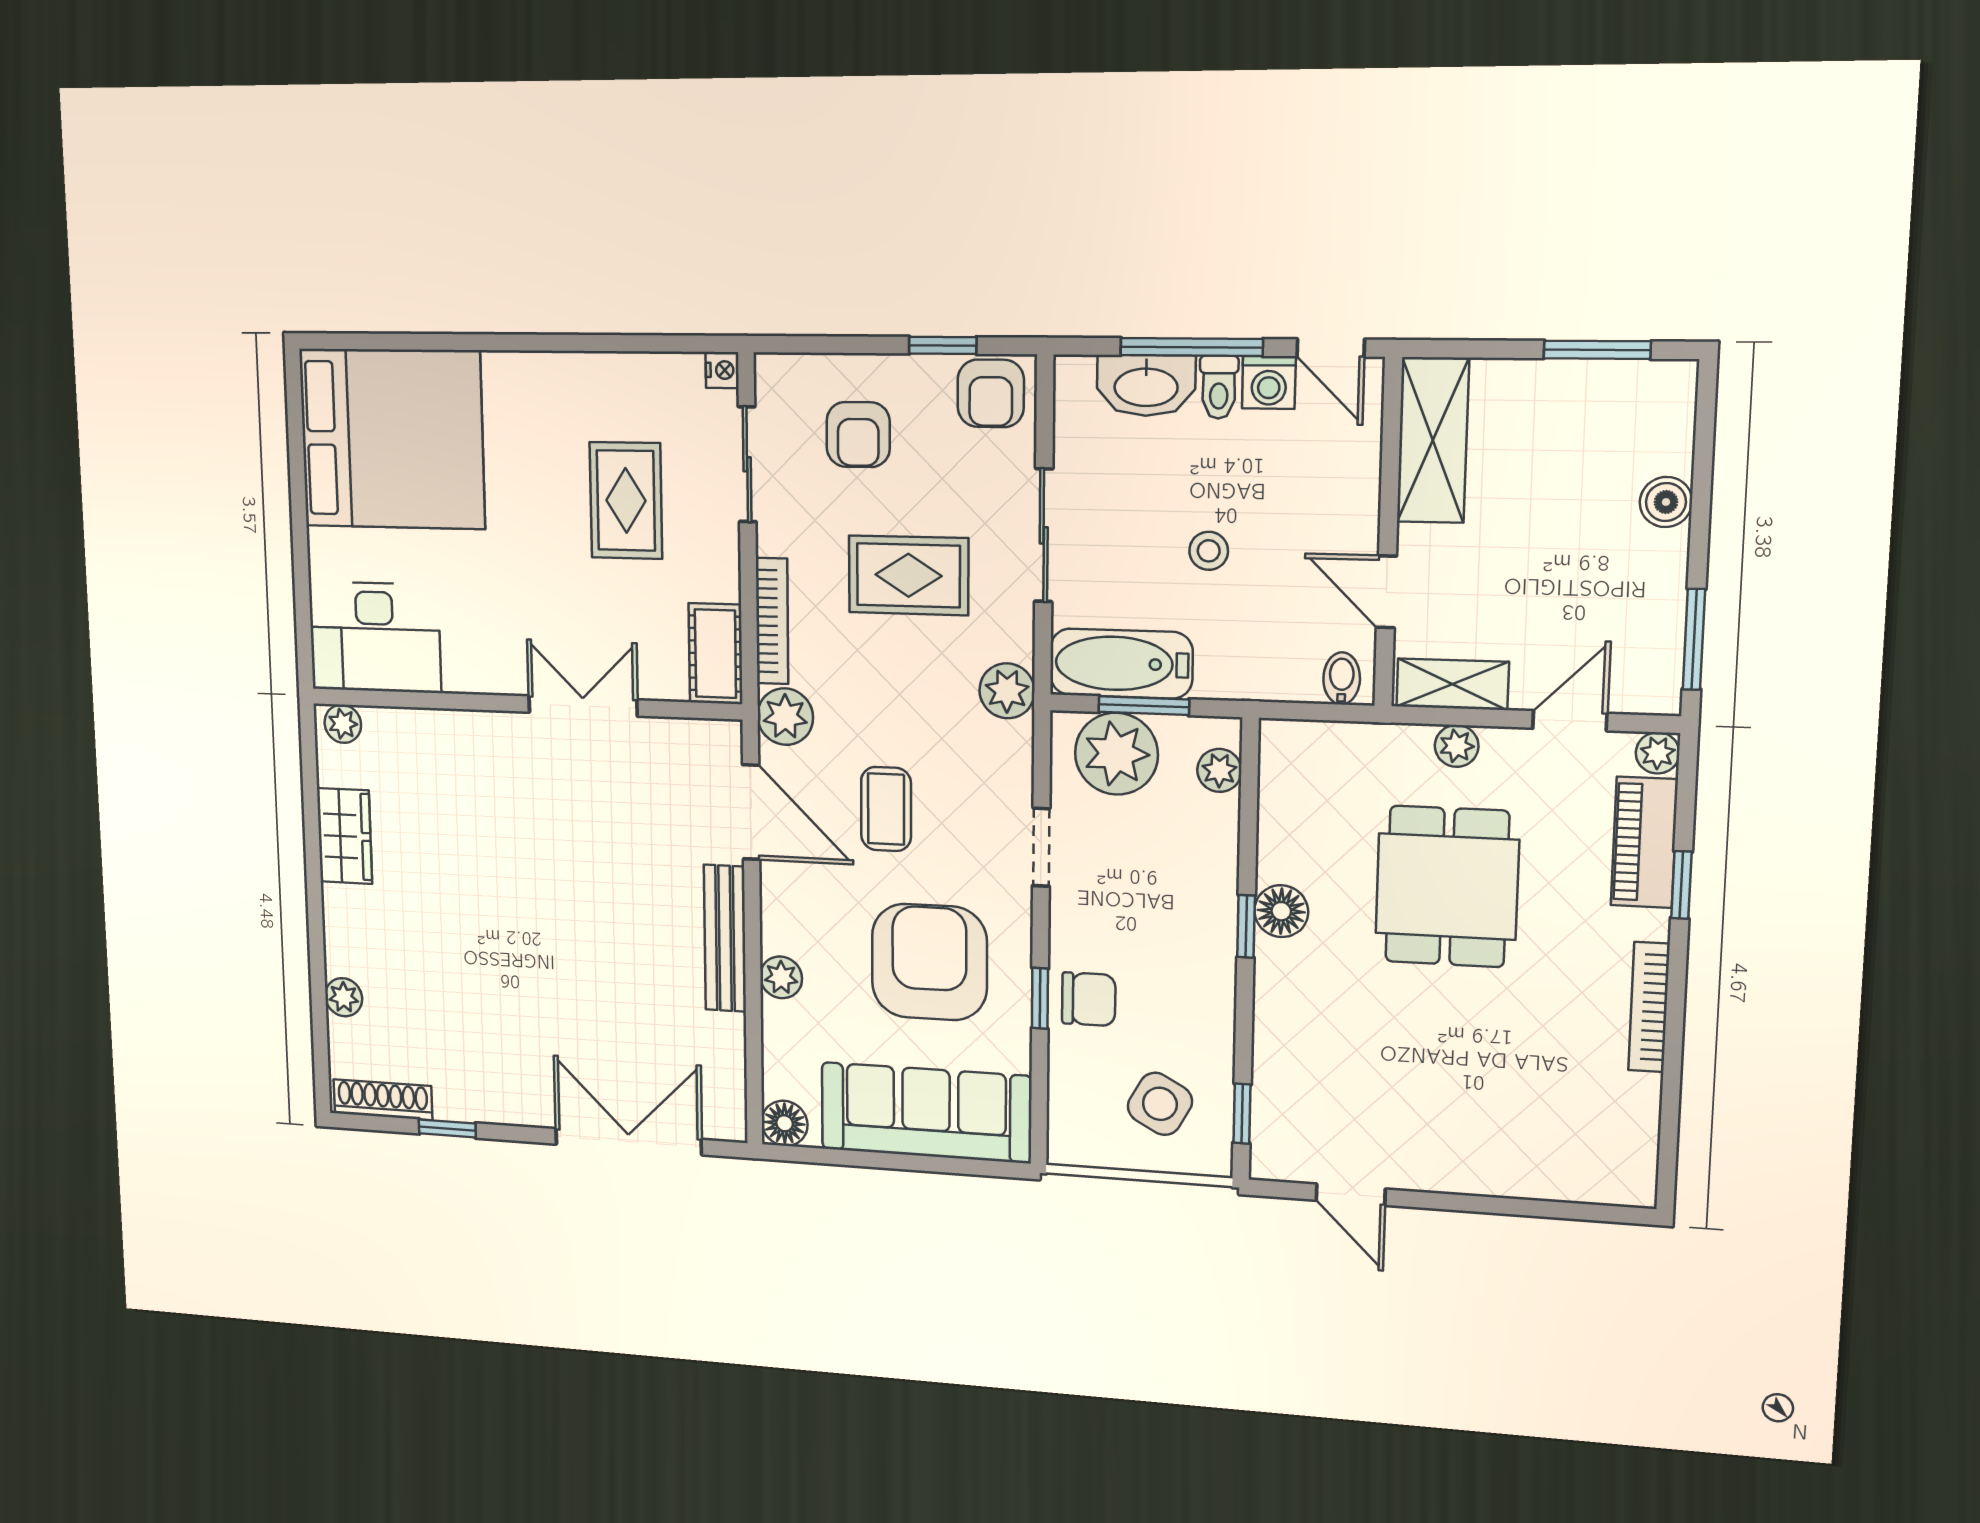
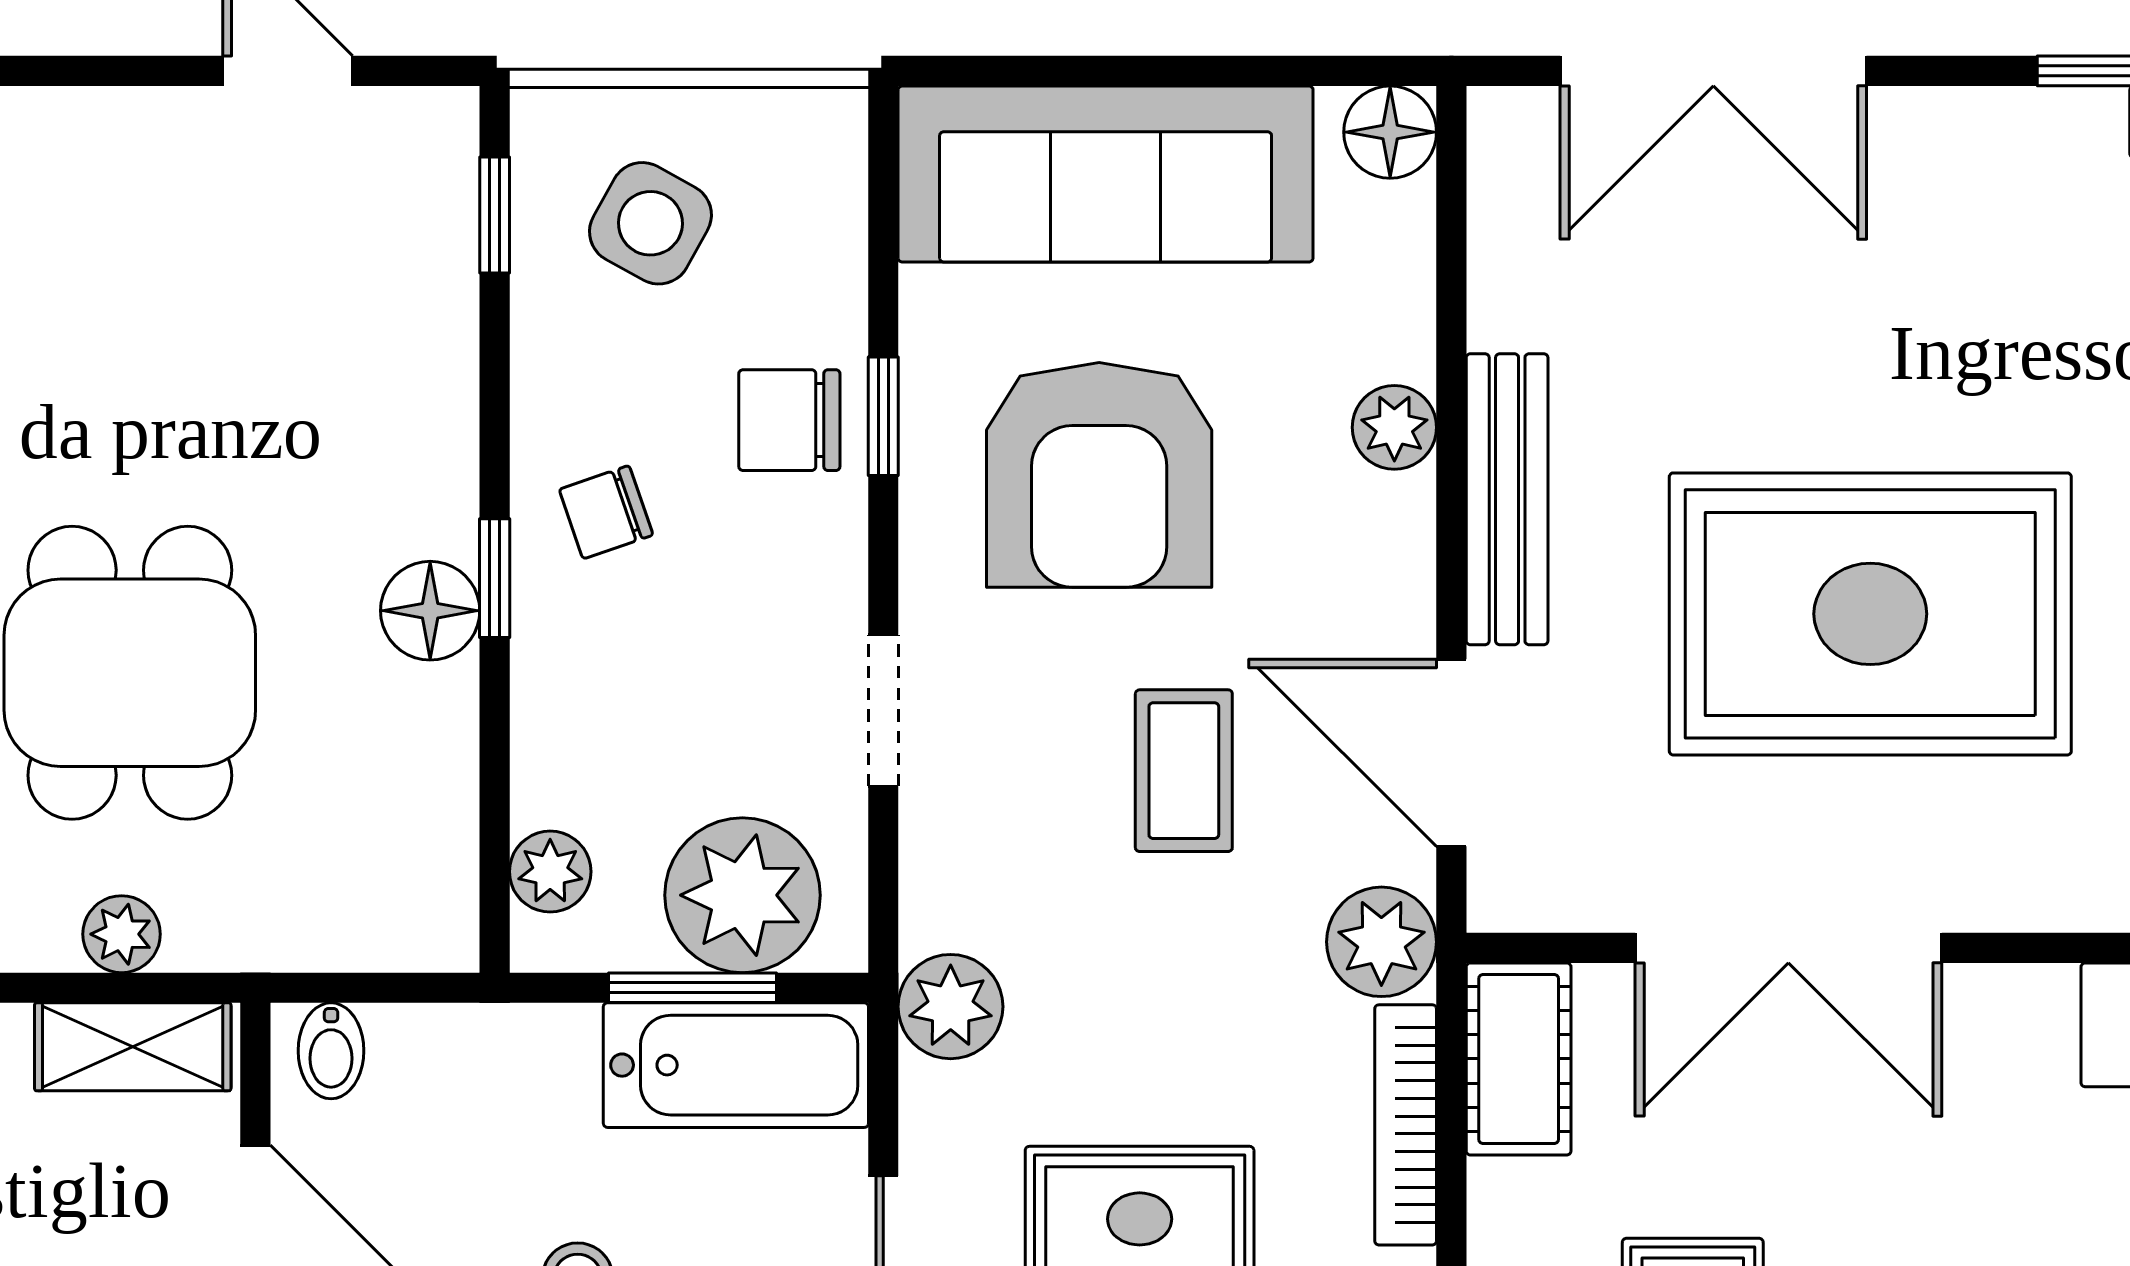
double door: (583, 706) -> (1788, 948), width x1.37
rug: (547, 872) -> (1870, 614), added
chair: (1186, 957) -> (606, 512), added

